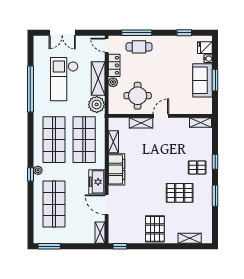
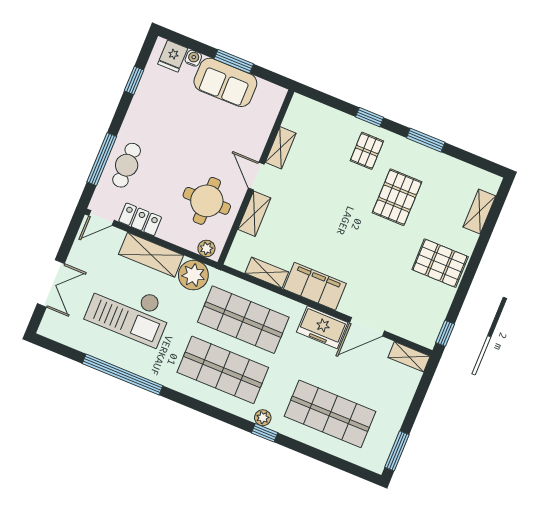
plant: (113, 82) -> (206, 248), moved
shelving: (201, 123) -> (281, 148), moved

